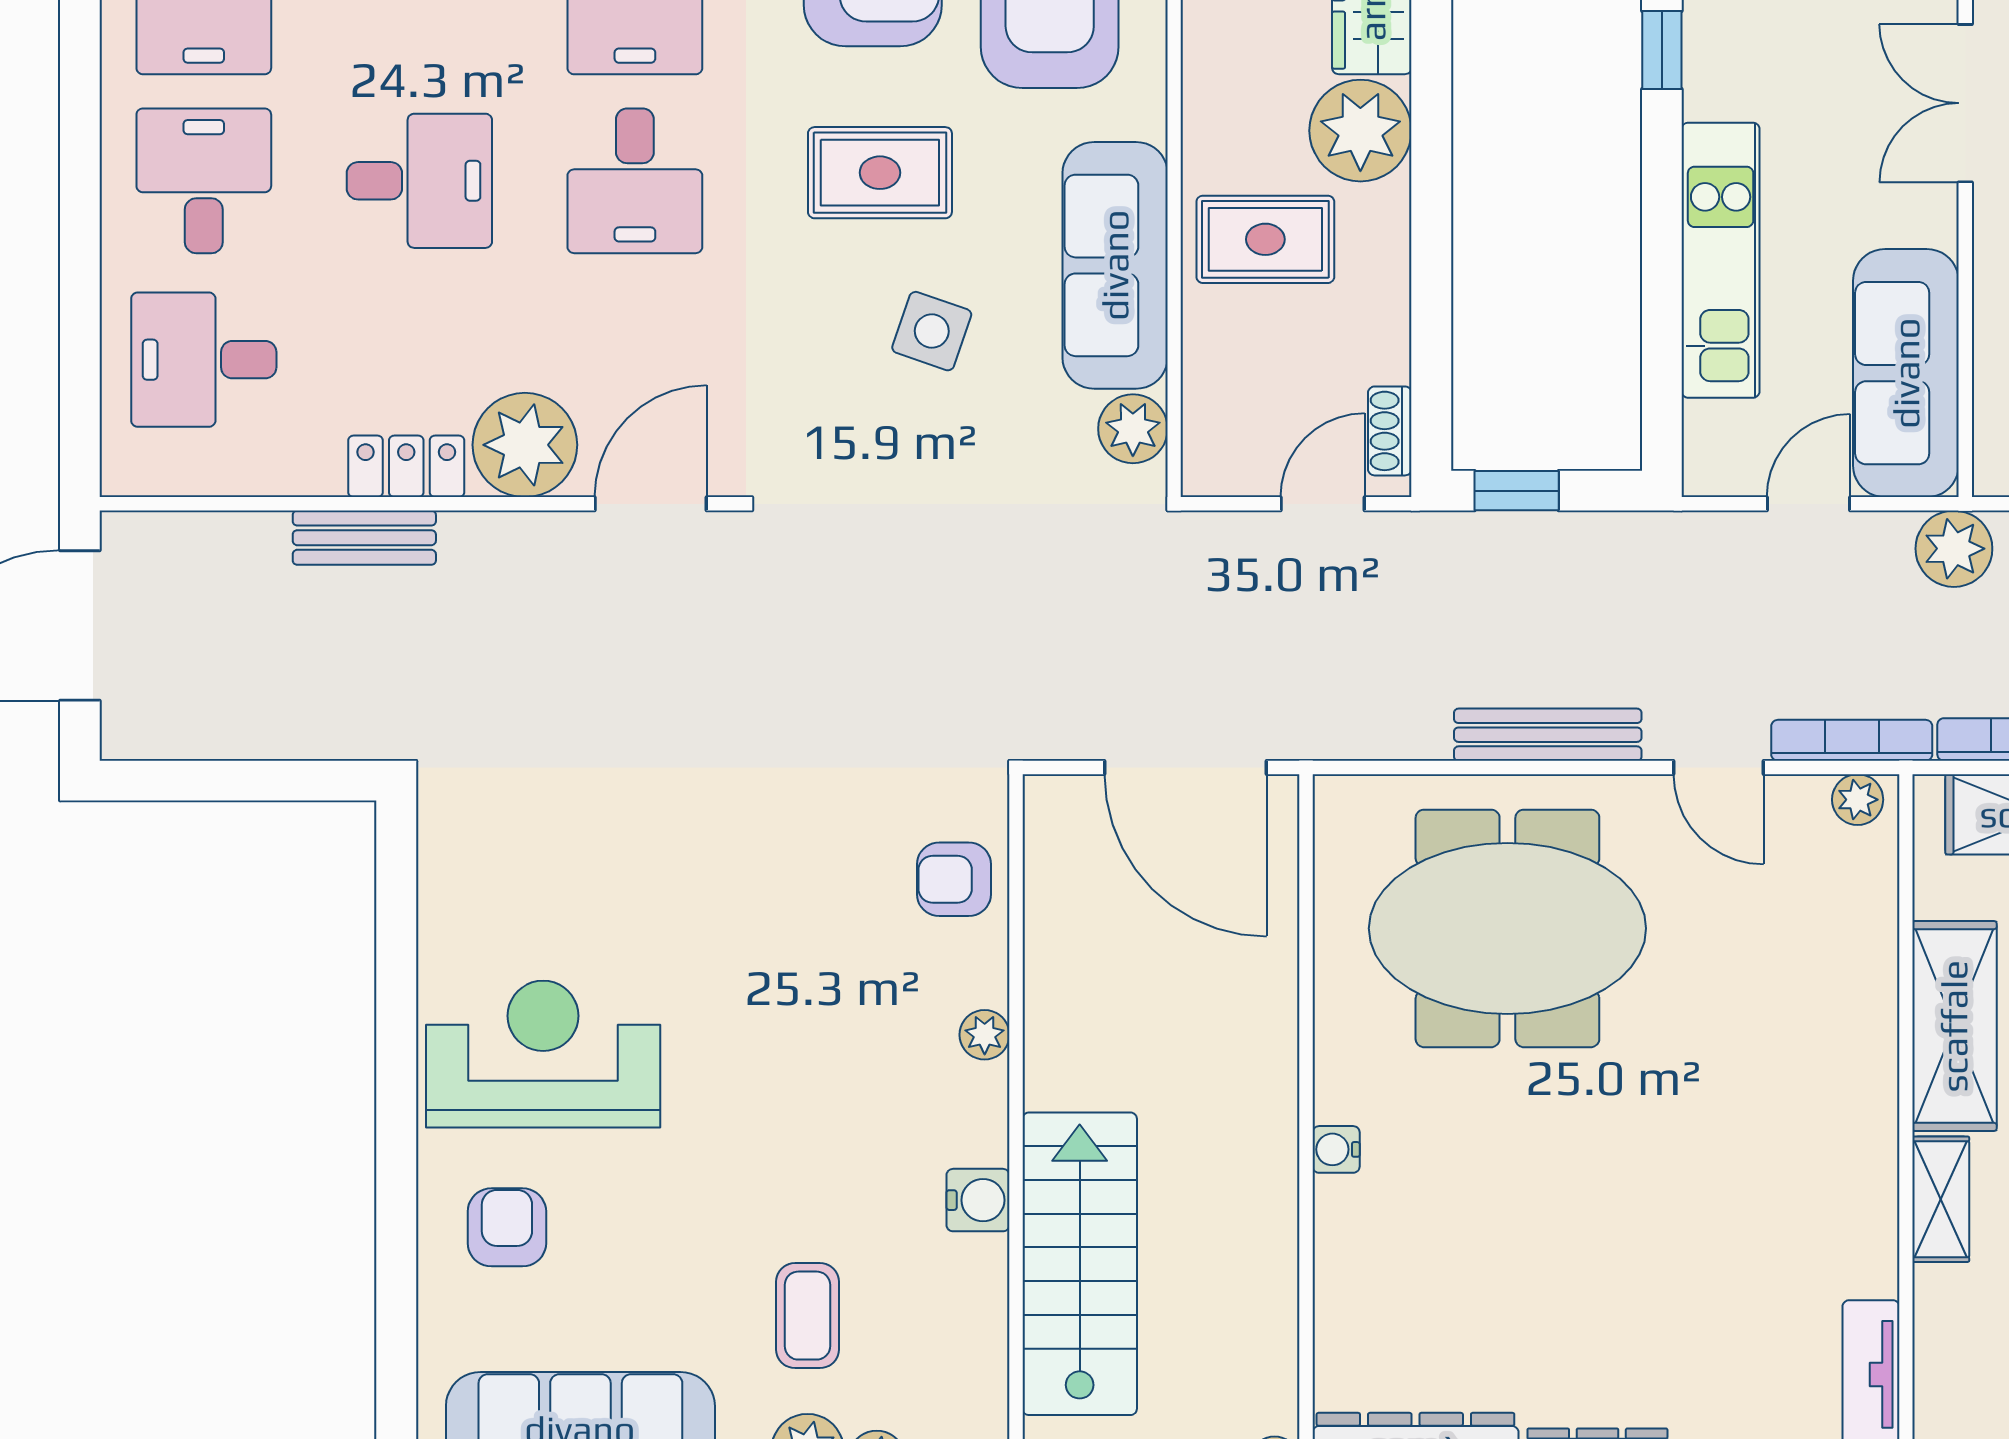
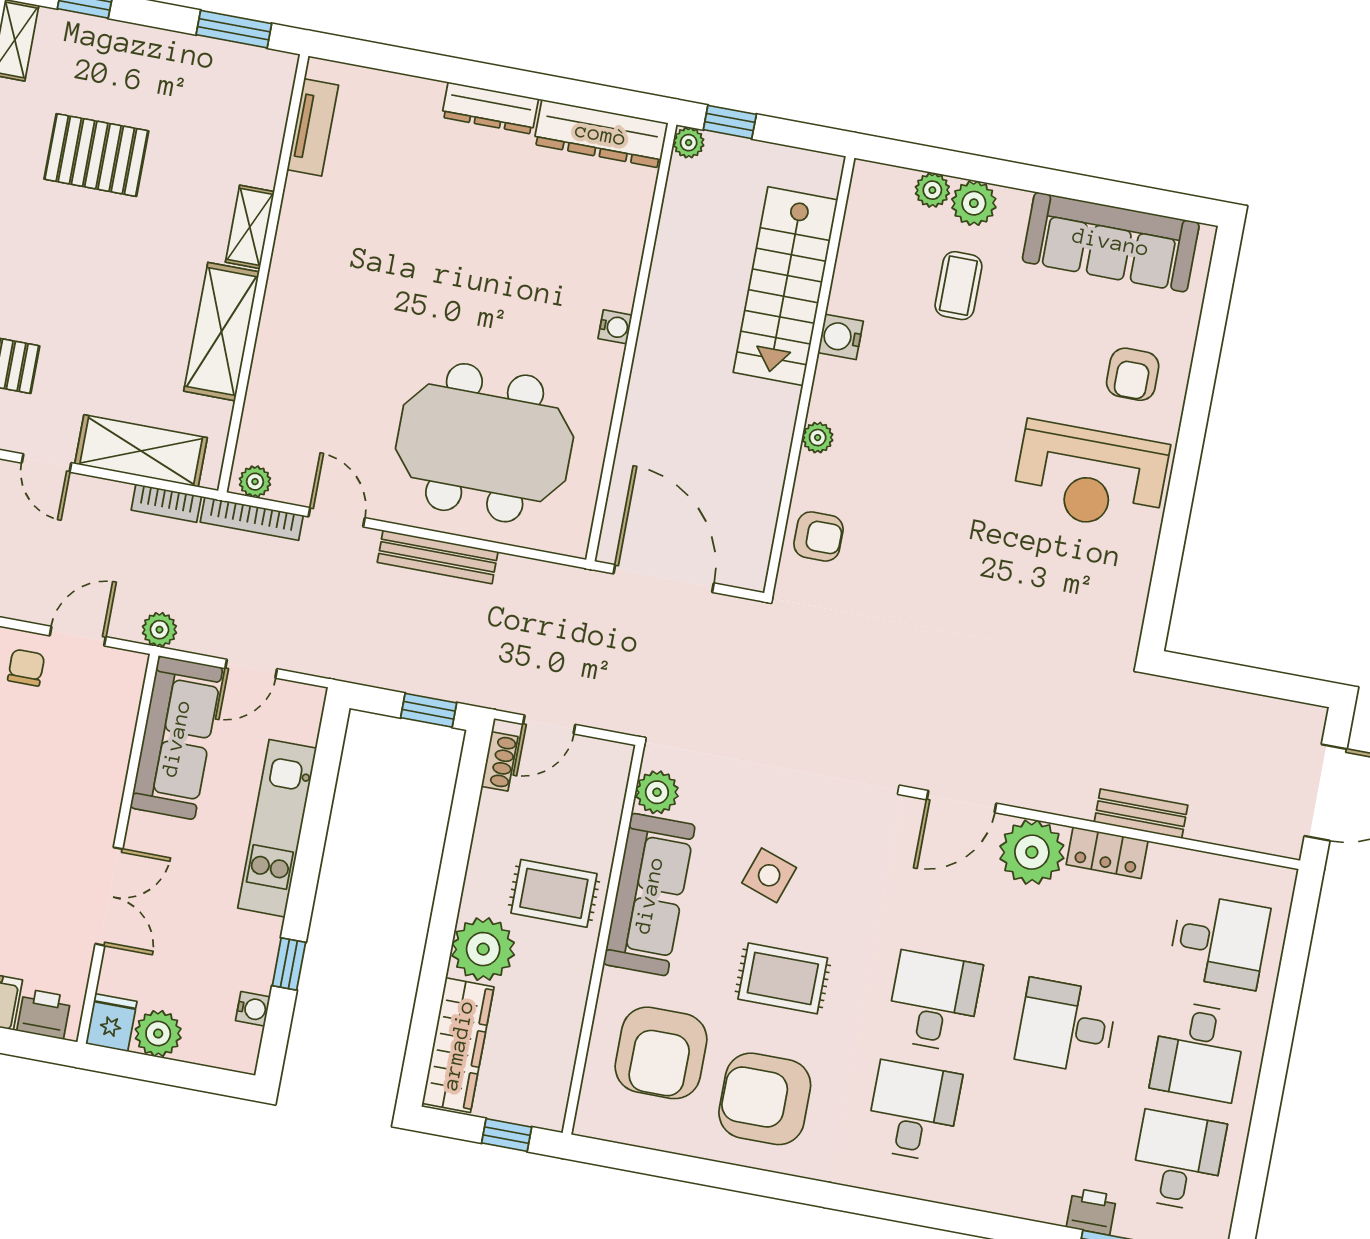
plant: (1954, 549) -> (159, 630), width x0.73, depth x0.73

